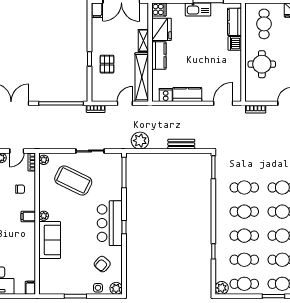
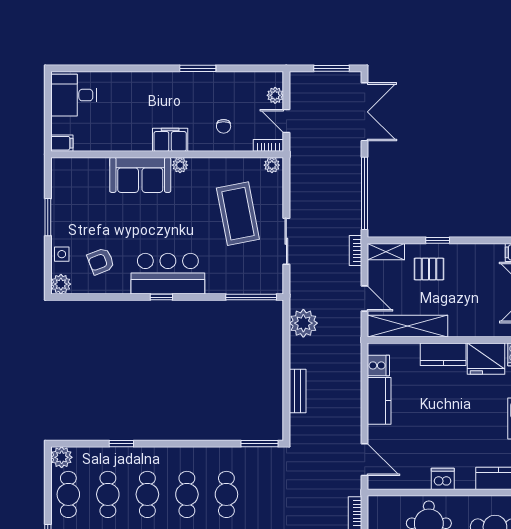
shelving: (143, 41) -> (386, 252), moved
dishwasher: (235, 43) -> (443, 479), moved
coffee table: (73, 180) -> (238, 214), turned -37
filing cabinet: (28, 216) -> (170, 140), width x2.00
armchair: (102, 264) -> (101, 261), turned -62

